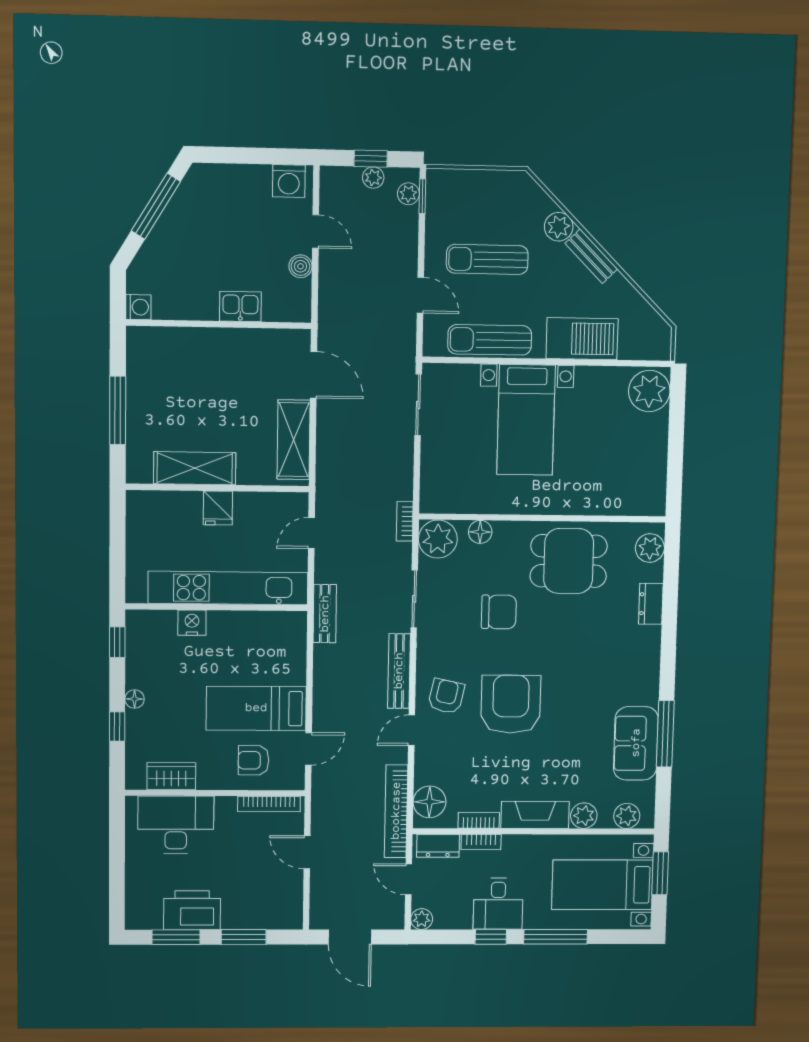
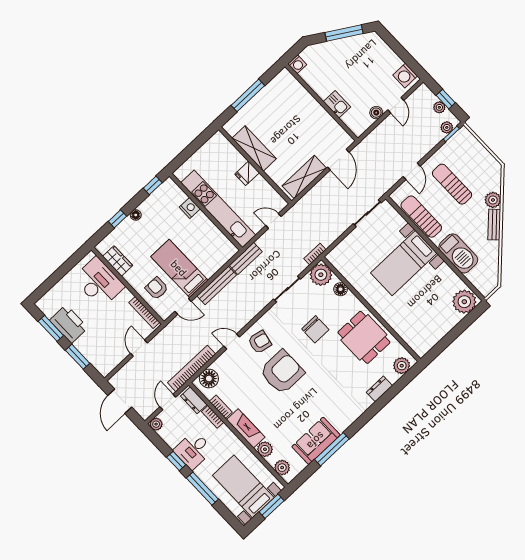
bench: (399, 671) -> (217, 285), moved

